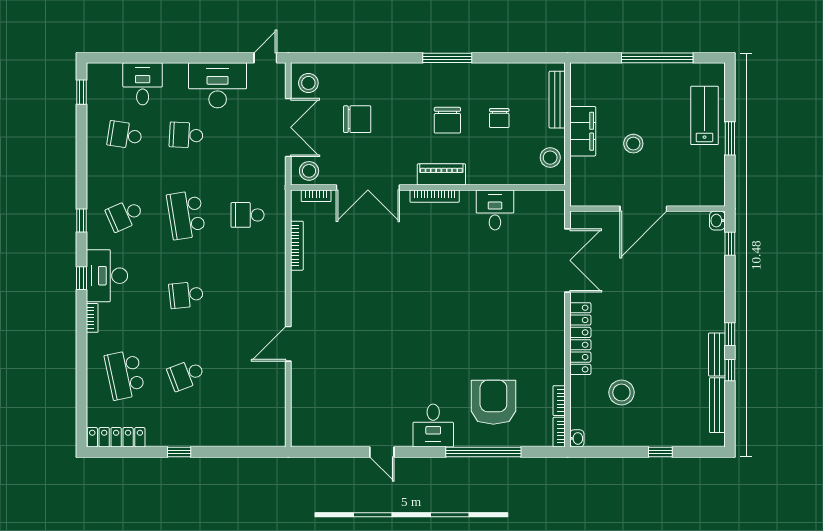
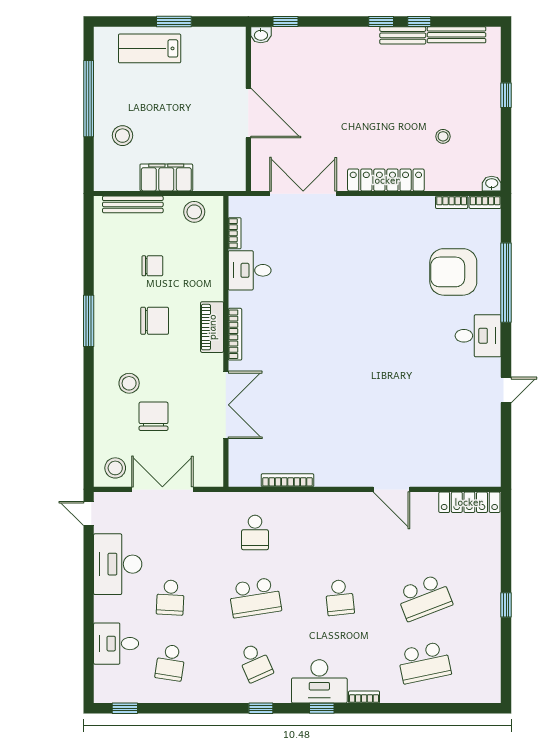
stool: (633, 144) -> (122, 136), moved
stool: (309, 171) -> (129, 383), moved
bookcase: (316, 196) -> (235, 233), moved
school desk: (186, 375) -> (424, 597), width x1.85
stool: (621, 392) -> (443, 136), width x0.53, depth x0.53
locker: (116, 437) -> (469, 502), moved, turned -90

